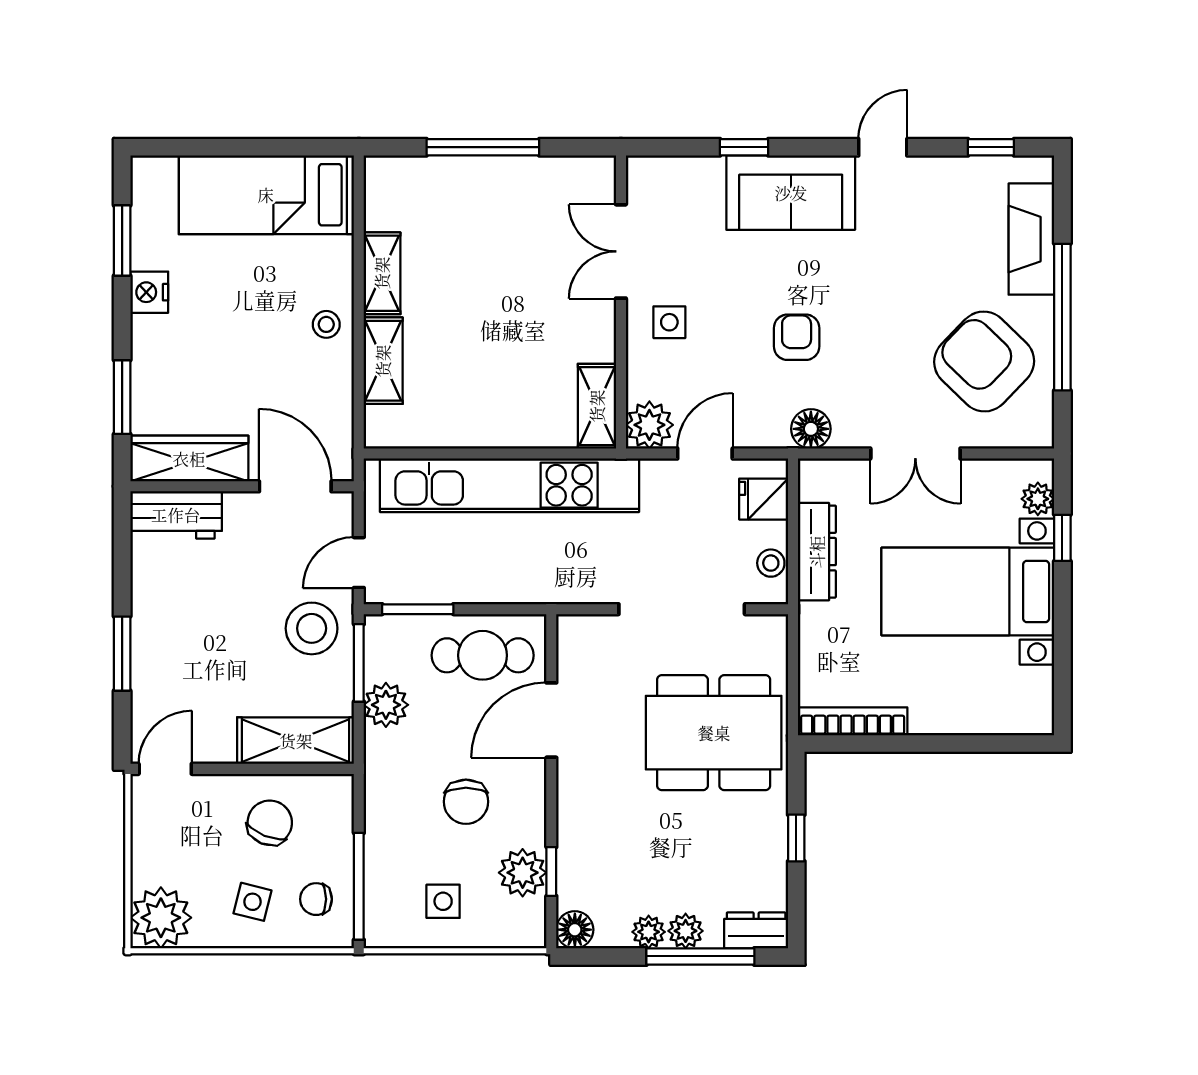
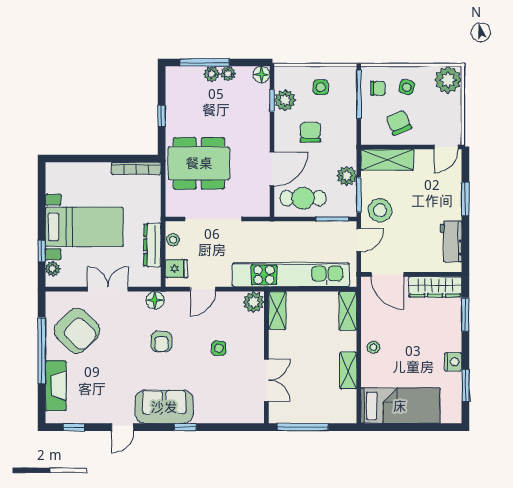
double door: (621, 251) -> (266, 380), moved
wall: (621, 302) -> (266, 357), moved
shelving: (383, 361) -> (348, 311), moved
shelving: (597, 406) -> (277, 310), moved
plant: (649, 425) -> (254, 302), moved
workbench: (176, 515) -> (451, 241), moved, turned -90
chair: (270, 823) -> (399, 123), turned 135
dresser: (756, 930) -> (180, 74), removed

